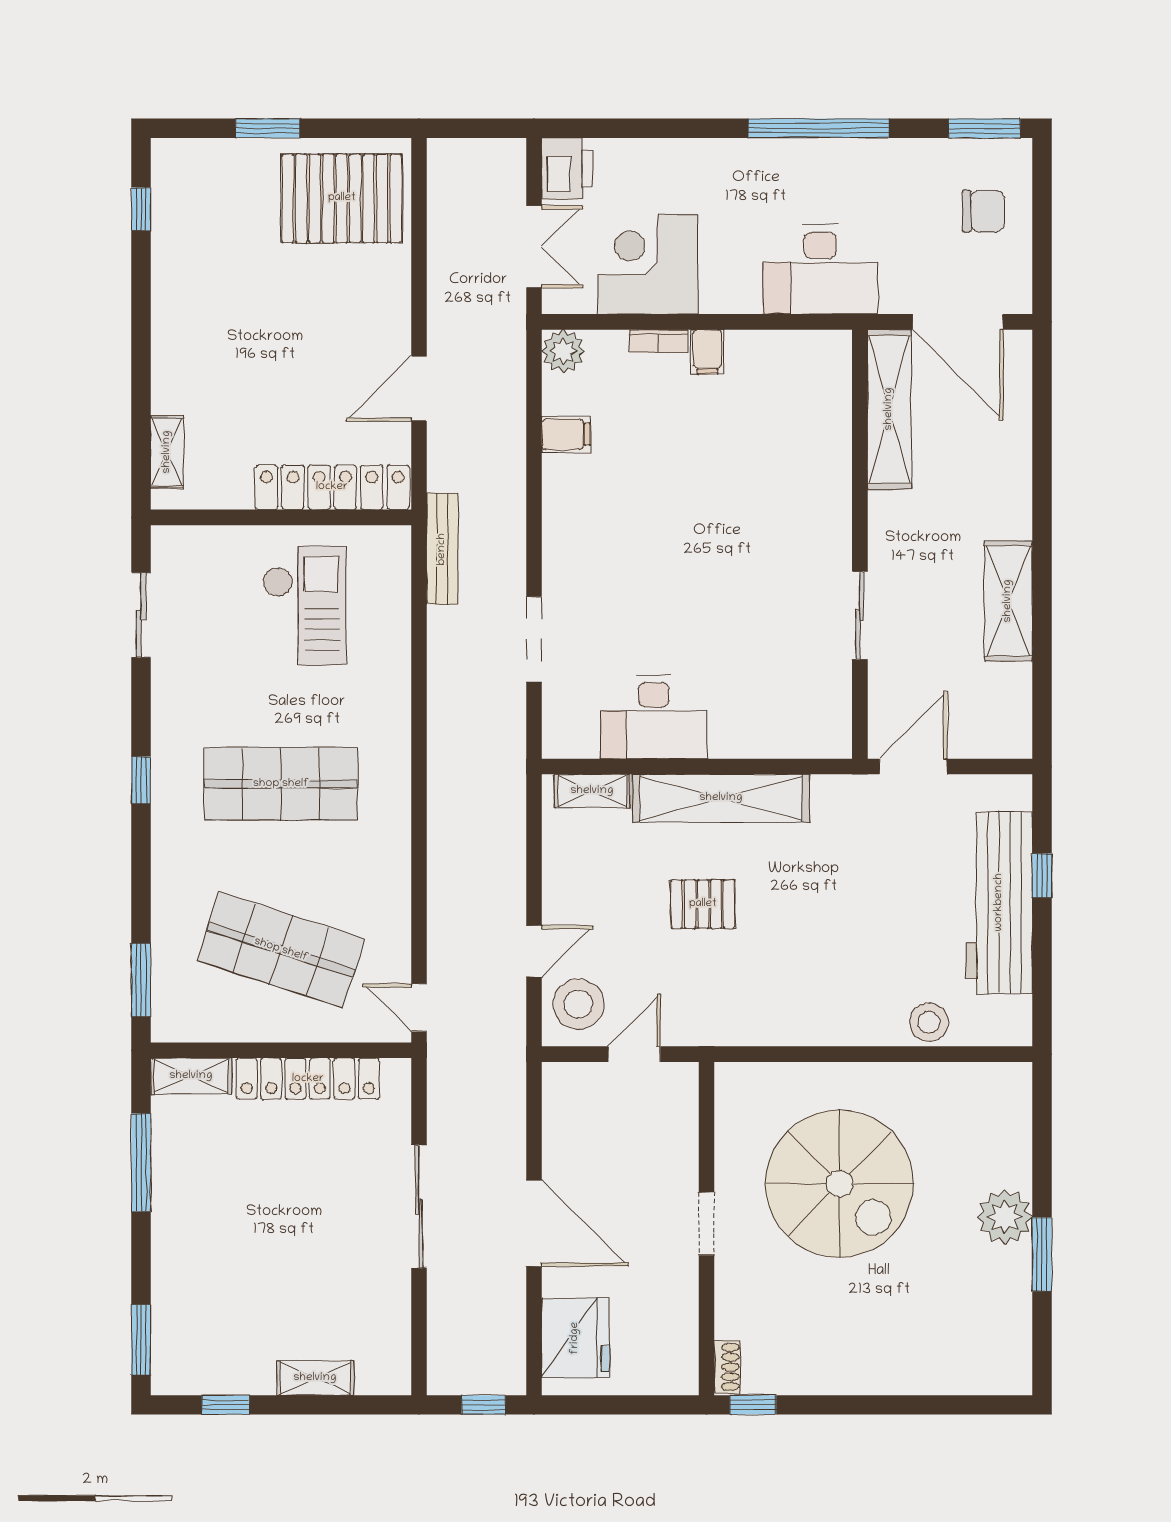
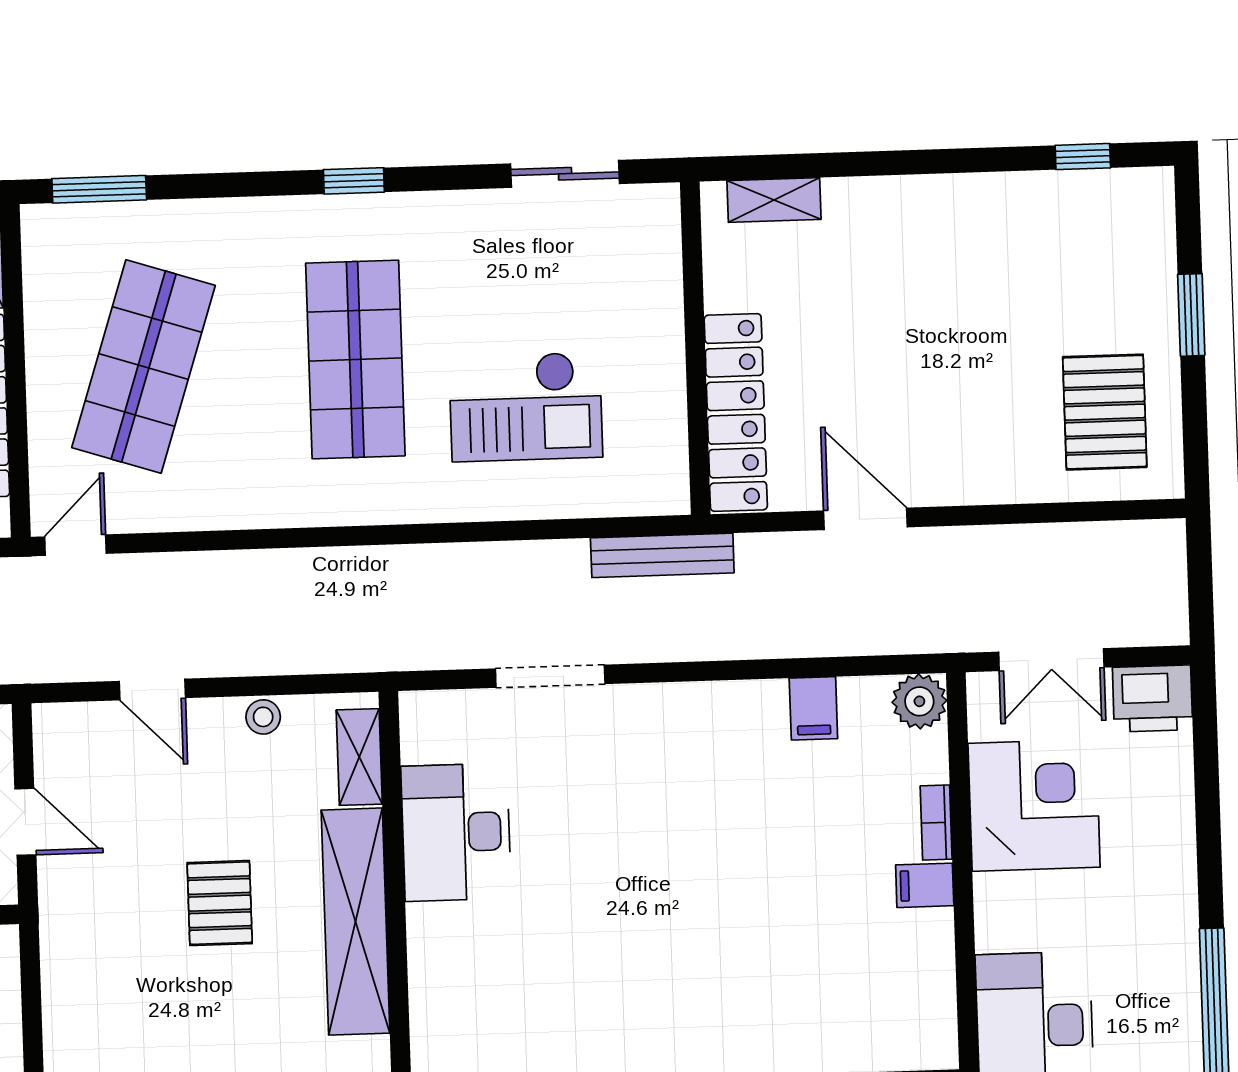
pallet: (342, 198) -> (1105, 412), width x0.73, depth x0.71
checkout: (304, 606) -> (526, 407), moved
stool: (578, 1004) -> (263, 717), moved, width x0.53, depth x0.53

